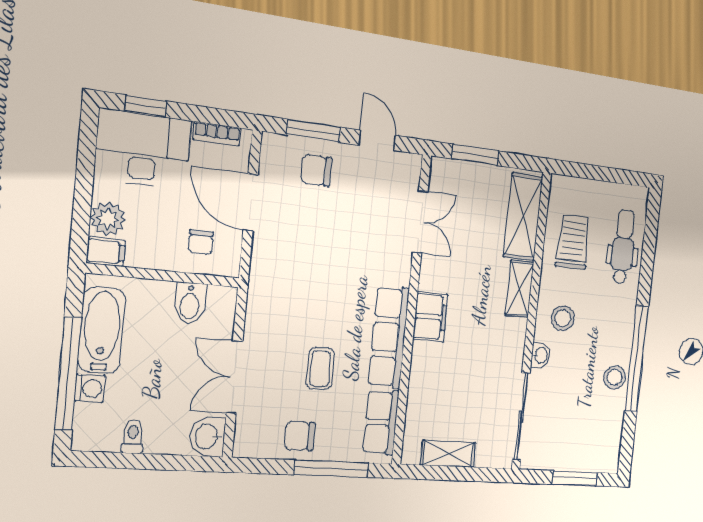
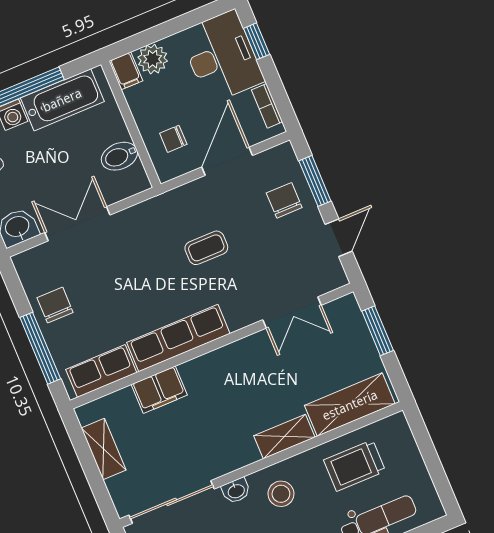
trolley: (573, 242) -> (355, 466), turned 180
filing cabinet: (430, 317) -> (159, 390), moved
coffee table: (320, 369) -> (206, 248), moved

